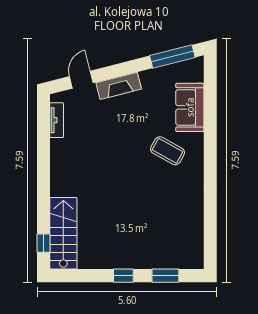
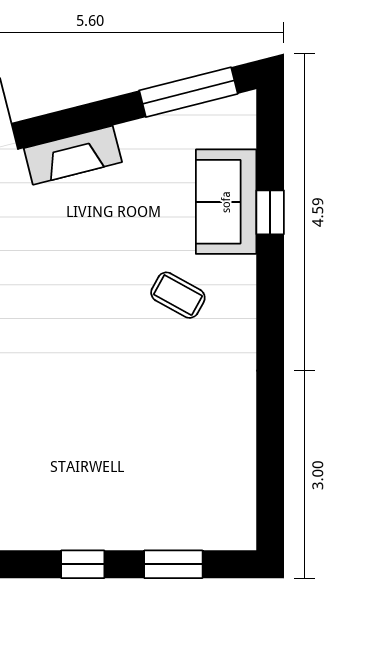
window: (210, 112) -> (270, 212), added
coffee table: (168, 151) -> (178, 295), width x0.73, depth x0.77

